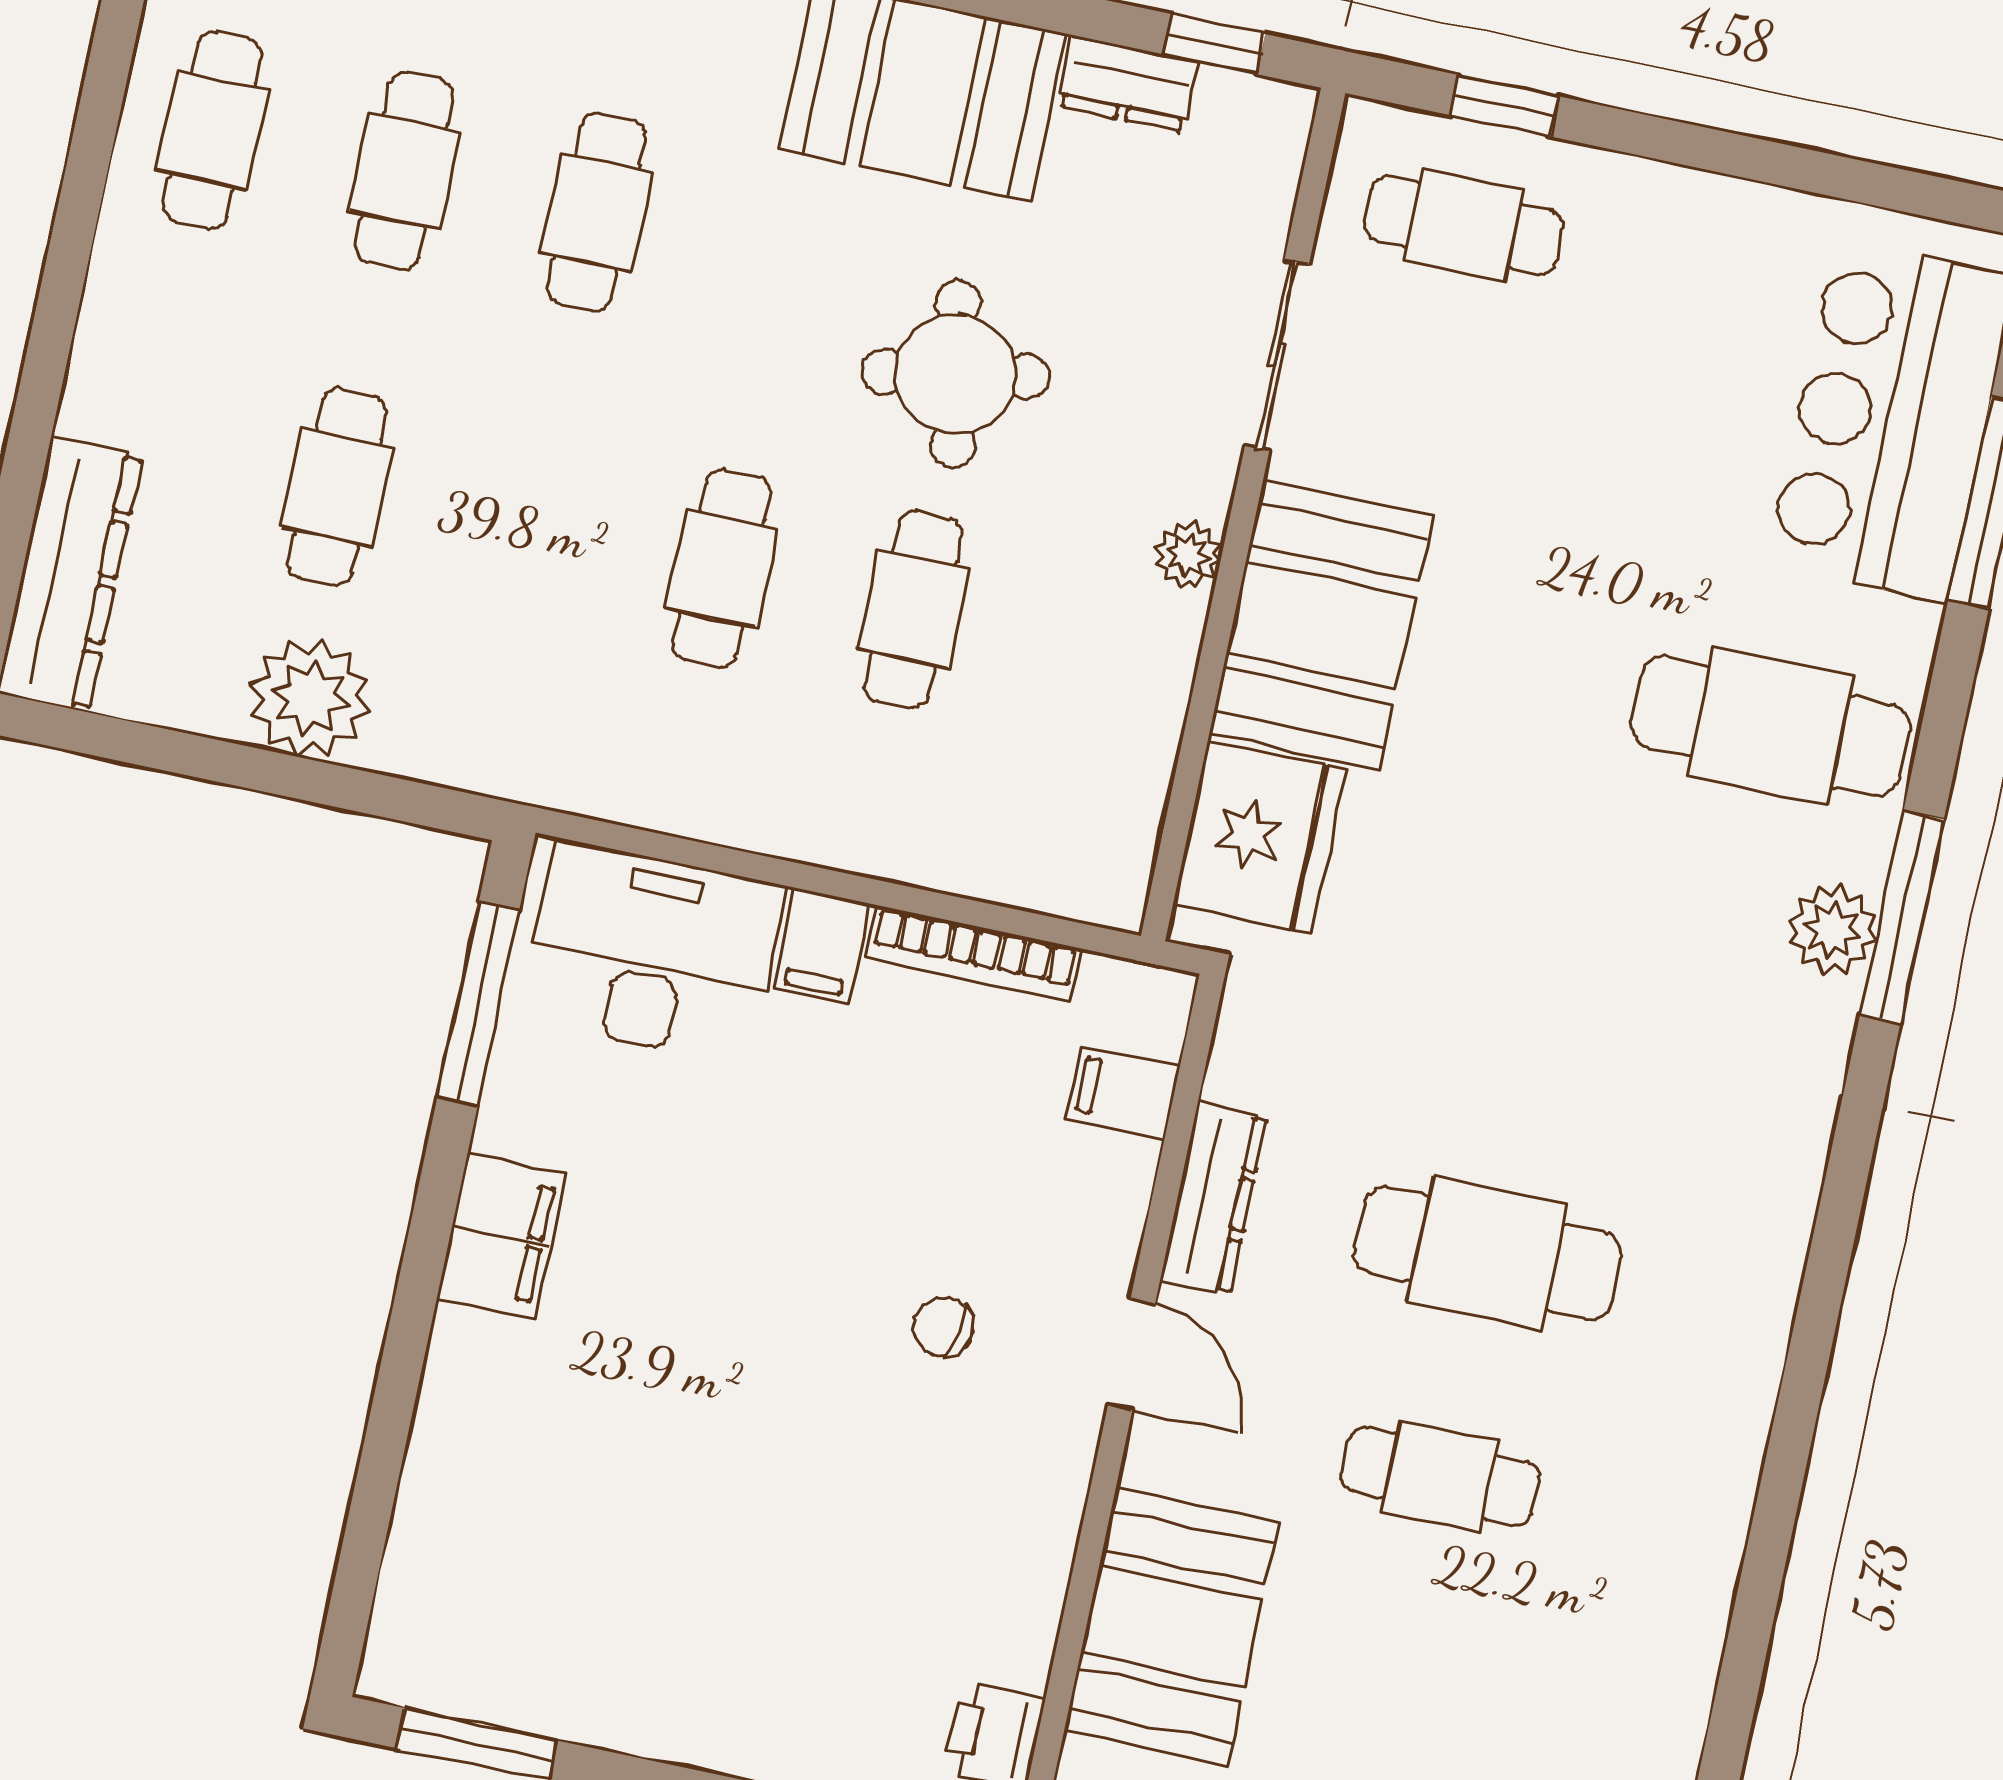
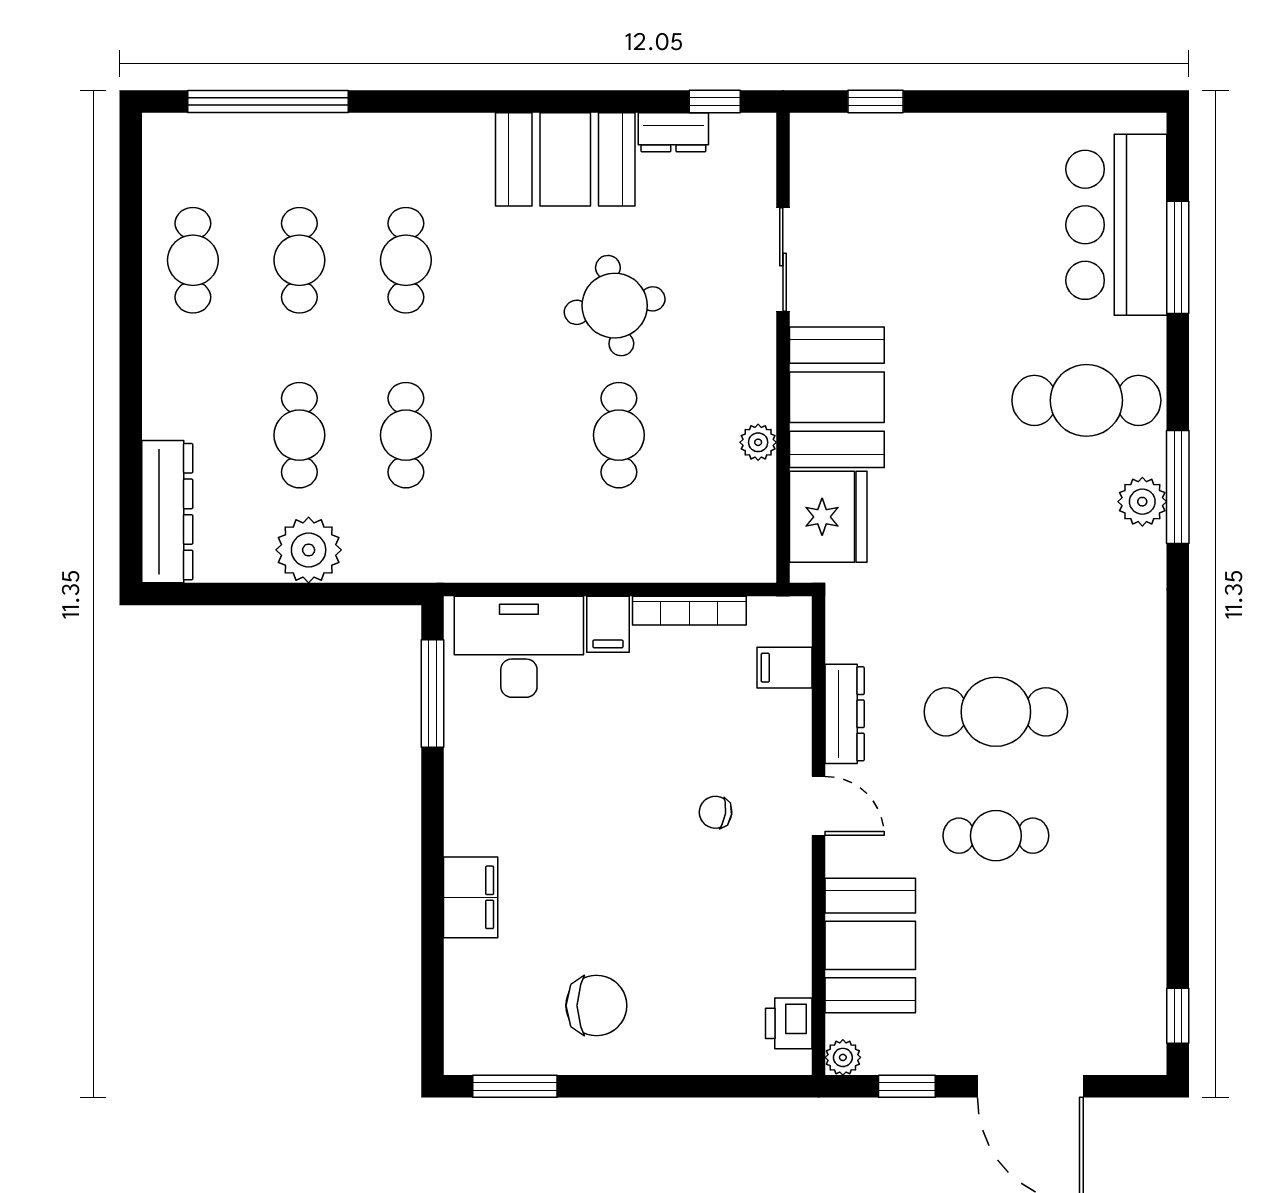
cafe table: (1464, 225) -> (867, 169), removed
plant: (1188, 555) -> (758, 442), moved
cafe table: (721, 569) -> (406, 435), moved
filing cabinet: (501, 1236) -> (471, 897), moved
chair: (654, 1630) -> (596, 1006), added

